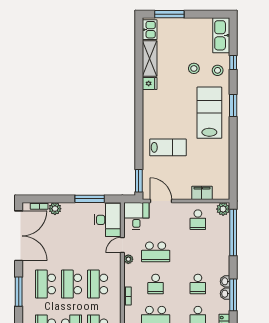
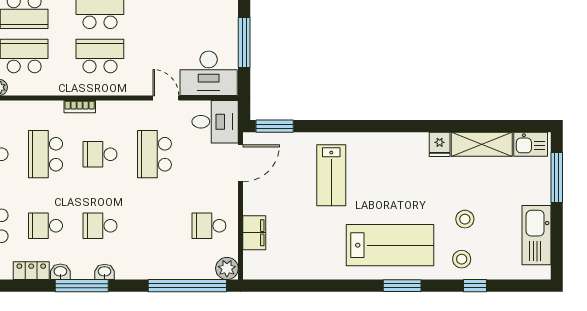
kitchen sink: (221, 35) -> (537, 235), moved, turned -90
plant: (128, 259) -> (142, 108), removed
washbasin: (225, 294) -> (60, 272), moved

